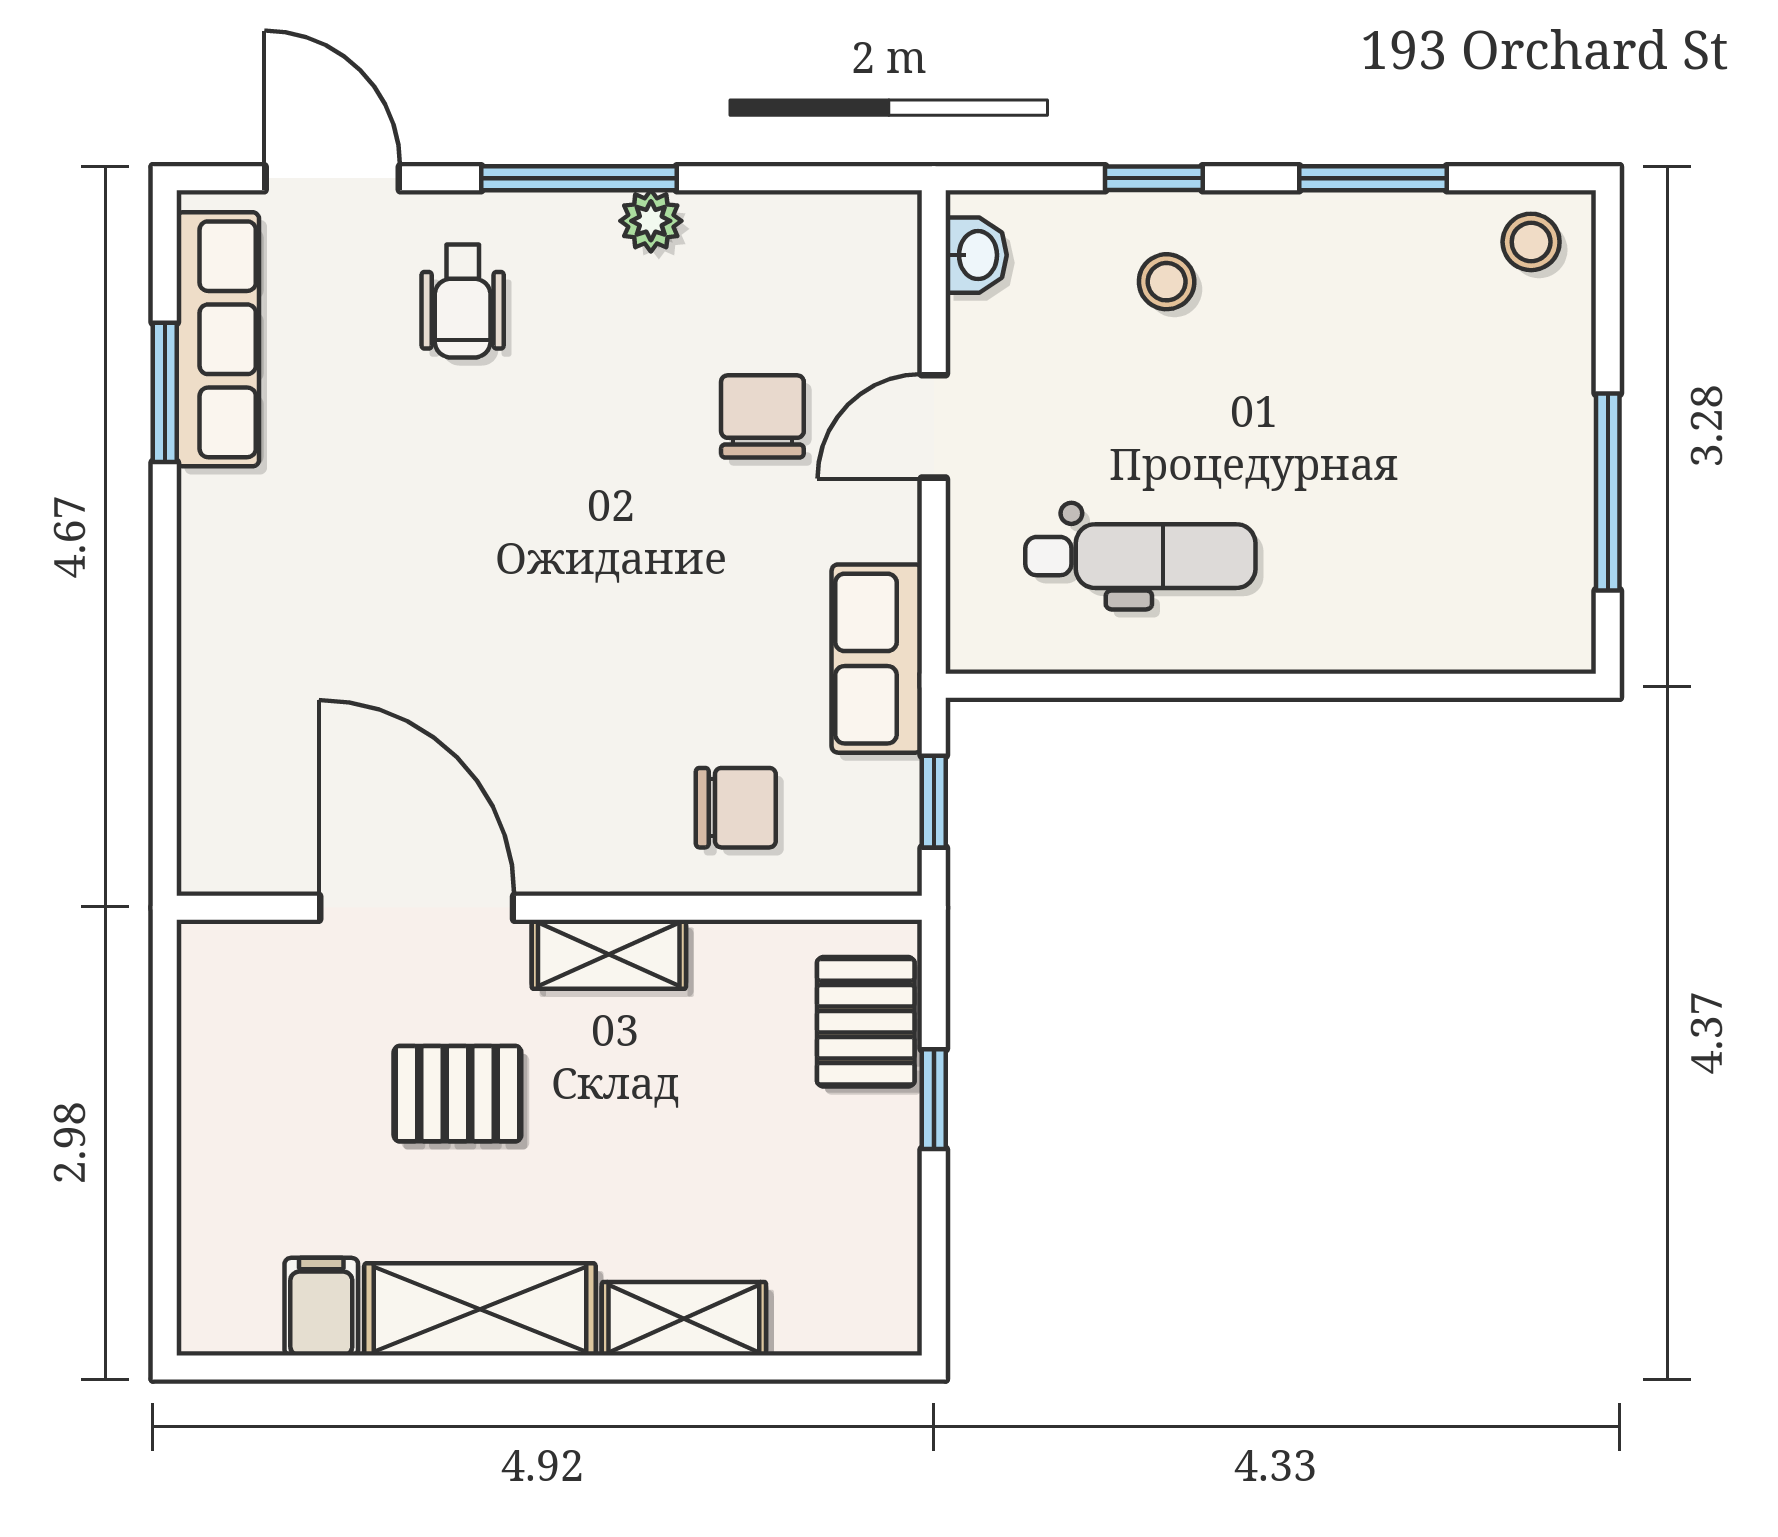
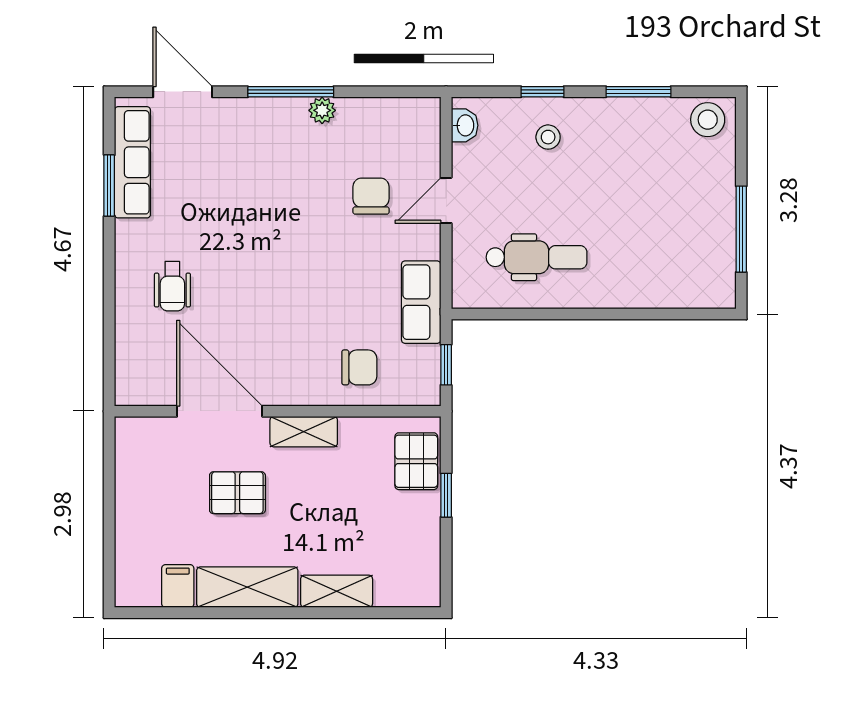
stool: (1531, 242) -> (708, 120), width x1.37, depth x1.37
wheelchair: (463, 301) -> (172, 286), moved

